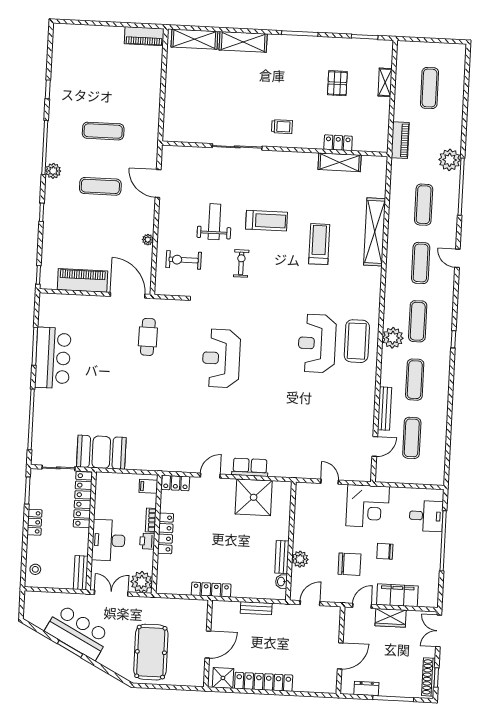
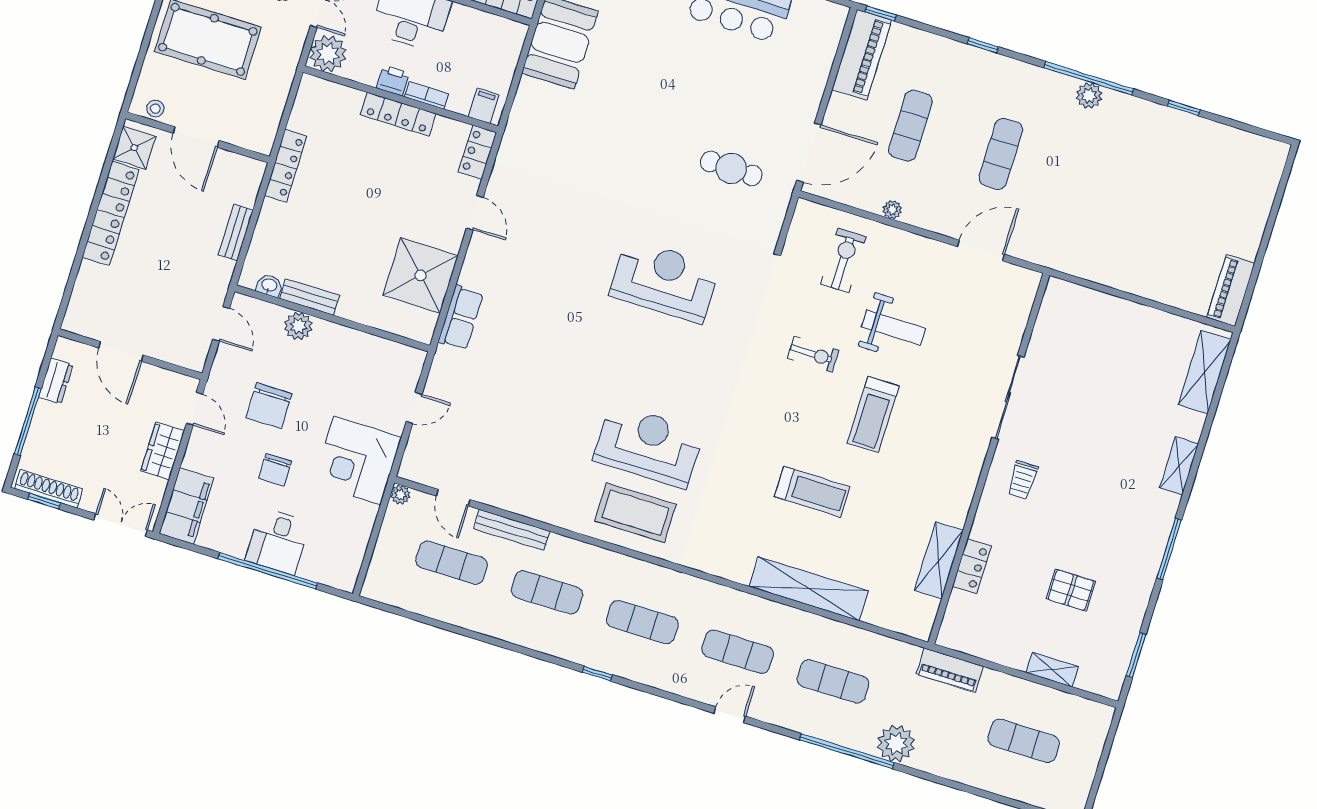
shelving: (243, 42) -> (1179, 466), width x0.67, depth x0.75
exercise mat: (103, 131) -> (910, 126), moved
plant: (53, 171) -> (1089, 96), moved
piano: (82, 280) -> (862, 55), moved
plant: (393, 338) -> (400, 495), moved, width x0.53, depth x0.53
row of seats: (250, 467) -> (461, 318), moved
desk: (426, 516) -> (278, 541), moved
chair: (385, 551) -> (275, 470), turned 180
filing cabinet: (397, 595) -> (186, 506), moved
stool: (198, 672) -> (155, 109), added

